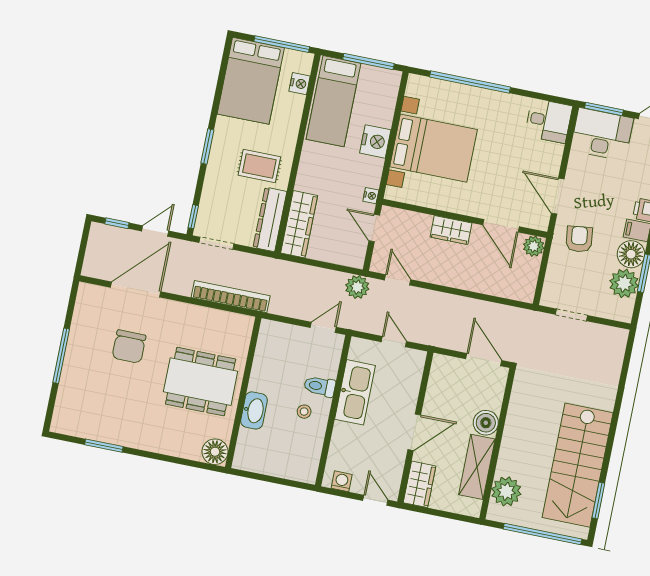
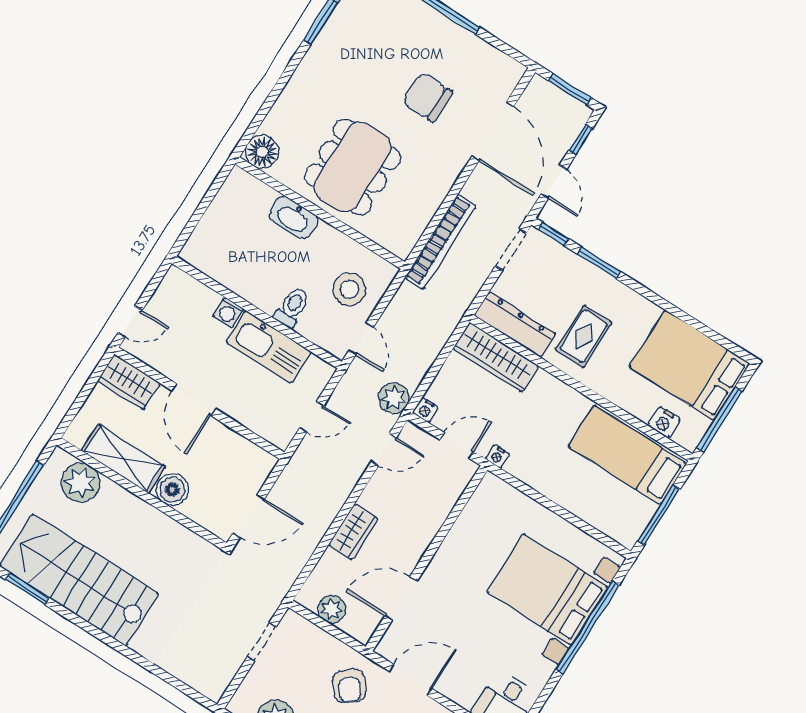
nightstand: (375, 141) -> (425, 410), moved, width x0.53, depth x0.56
window: (207, 146) -> (599, 263), moved
bed with nightstands: (434, 148) -> (547, 589), moved, turned 90
wardrobe: (451, 230) -> (353, 532), moved, turned 180
armchair: (579, 239) -> (349, 686), turned 58
window: (83, 245) -> (570, 89), added
plant: (534, 246) -> (332, 609), moved
stool: (304, 412) -> (350, 289), moved, width x1.89, depth x1.89
washing machine: (342, 481) -> (228, 312), moved, turned 90

